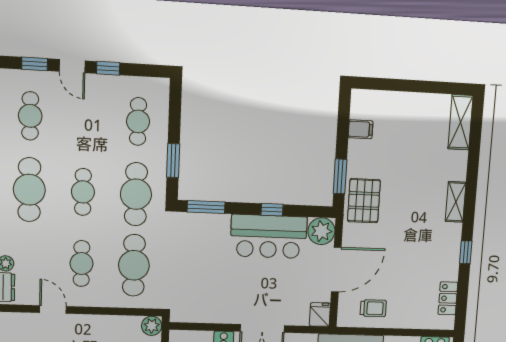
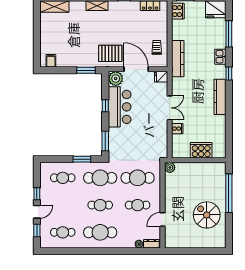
filing cabinet: (361, 129) -> (51, 61), moved
pallet: (364, 201) -> (110, 53), moved

